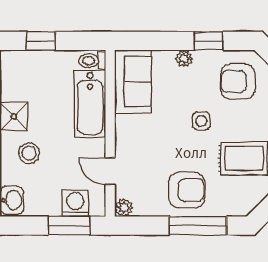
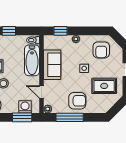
window: (209, 41) -> (60, 31), moved
sofa: (133, 82) -> (52, 65), moved
armchair: (238, 82) -> (101, 50), turned -90
window: (198, 226) -> (70, 117), moved

